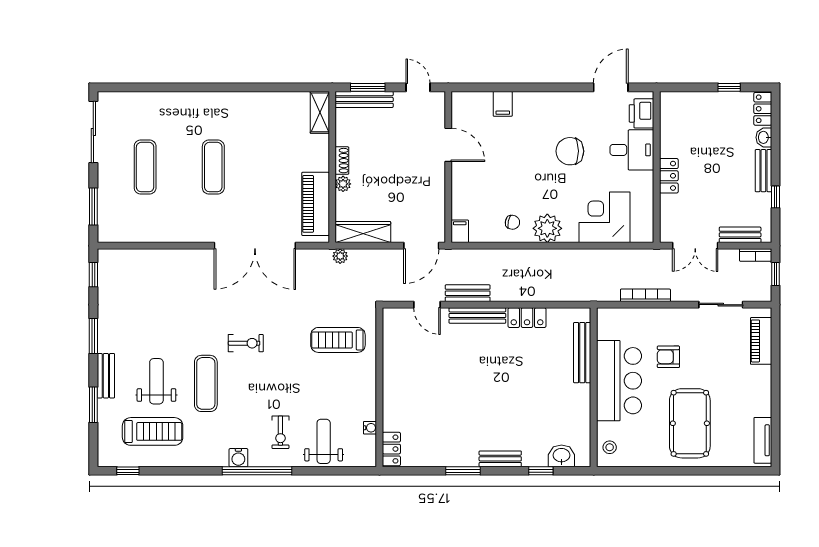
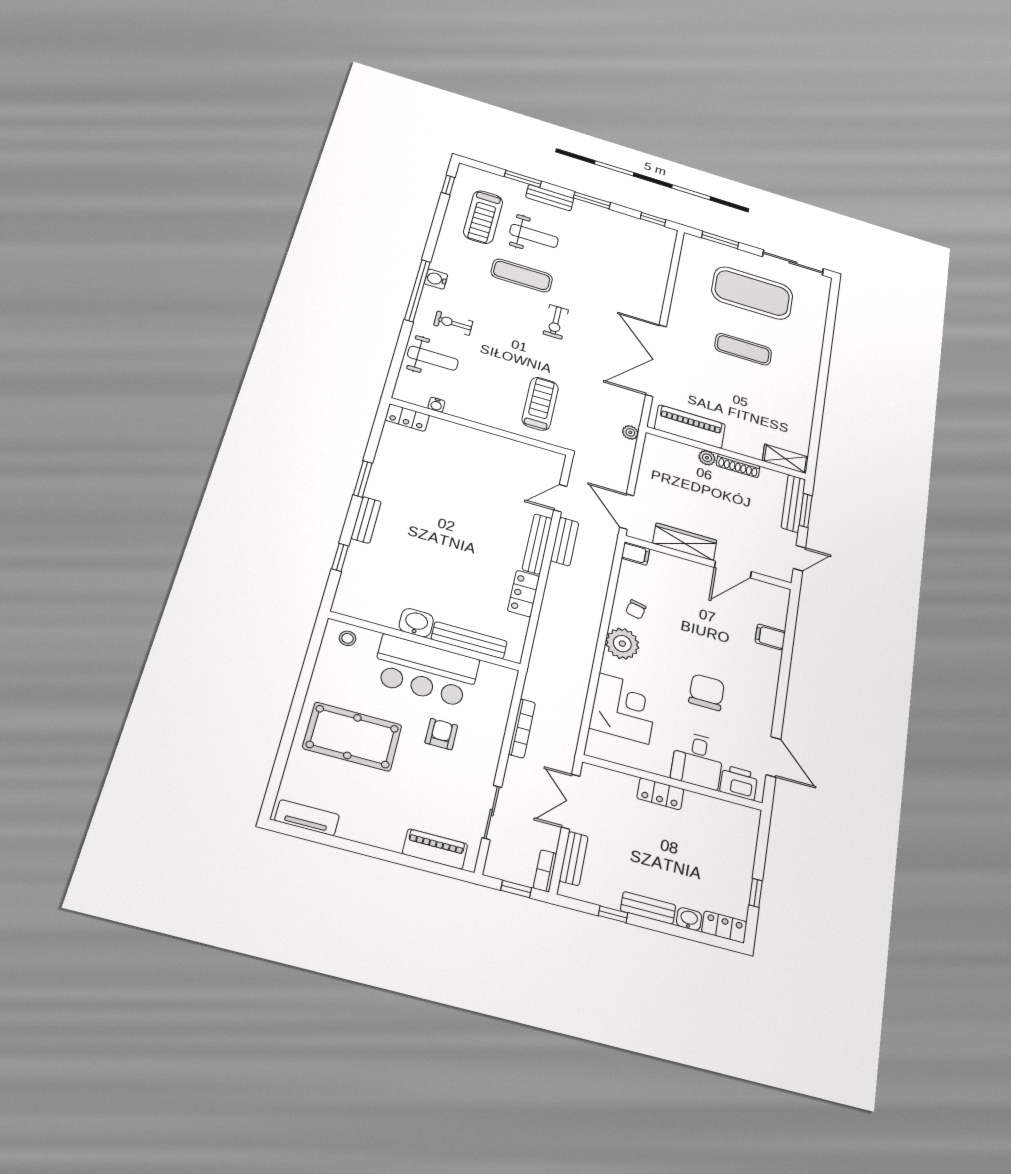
shoe rack: (342, 161) -> (738, 466), width x1.43
exercise mat: (145, 167) -> (752, 293), width x2.00, depth x1.45
wardrobe: (363, 232) -> (685, 542), moved, turned -90
washbasin: (561, 456) -> (416, 623), moved, turned -90

